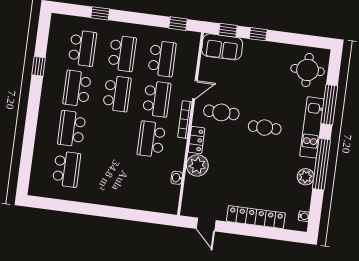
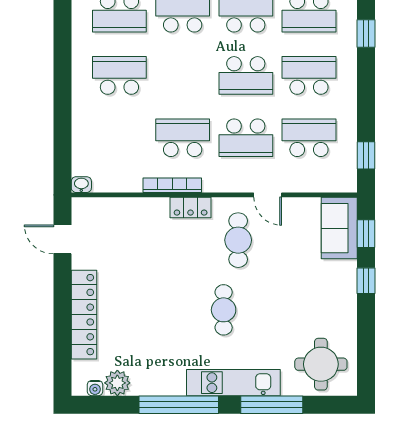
school desk: (122, 53) -> (309, 75), turned 180
school desk: (162, 59) -> (309, 138), turned 180
bookcase: (185, 120) -> (172, 185), moved
plant: (197, 165) -> (152, 214), removed
school desk: (106, 174) -> (119, 75), added
plant: (306, 177) -> (117, 383), moved
washbasin: (177, 178) -> (81, 185), moved
door: (206, 225) -> (62, 239), hinge flipped

